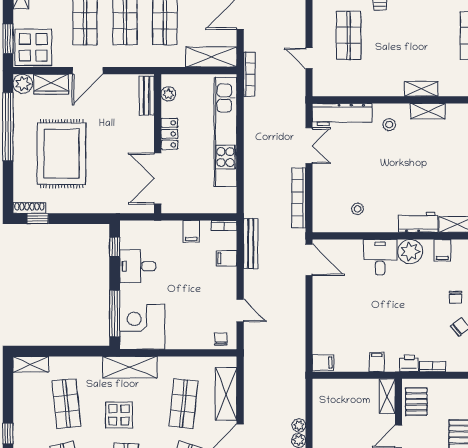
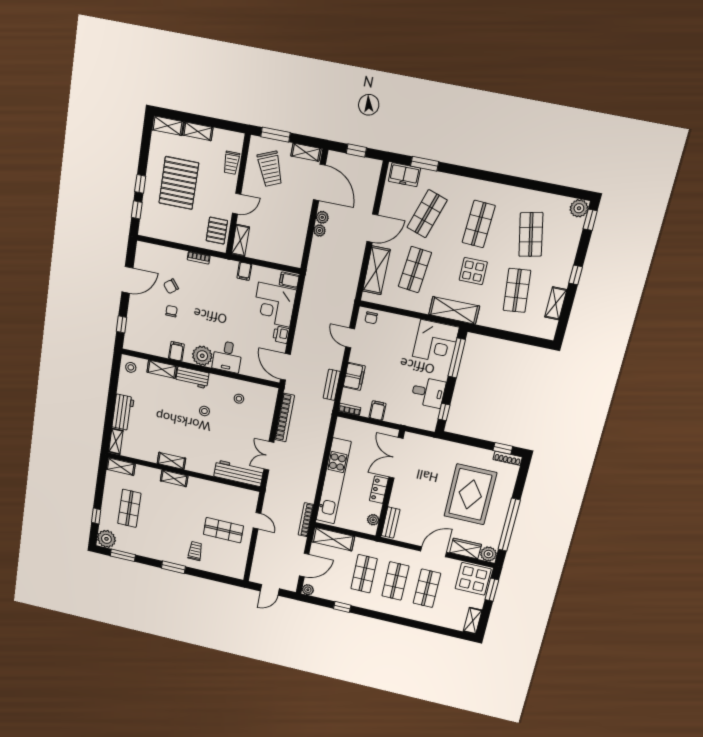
shop shelf: (349, 35) -> (223, 530), turned 90
stool: (389, 125) -> (204, 411), moved
double door: (158, 178) -> (396, 458), swing flipped
bench: (251, 244) -> (332, 385), width x0.73
filing cabinet: (226, 258) -> (354, 376), width x2.00
corner desk: (335, 330) -> (274, 305), added
printer: (409, 363) -> (281, 335), moved, turned 90
shelving: (31, 364) -> (556, 303), moved, turned 90

